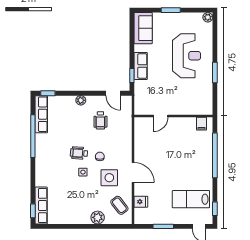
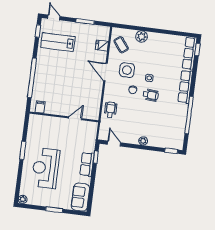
row of seats: (41, 114) -> (185, 87), moved
wheelchair: (100, 120) -> (111, 110), moved
lab bench: (191, 199) -> (58, 42), turned 180

